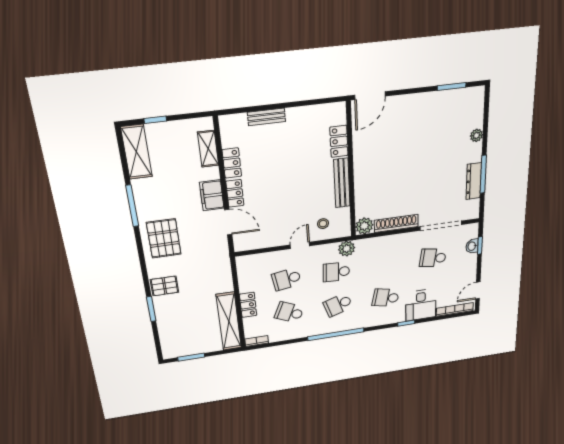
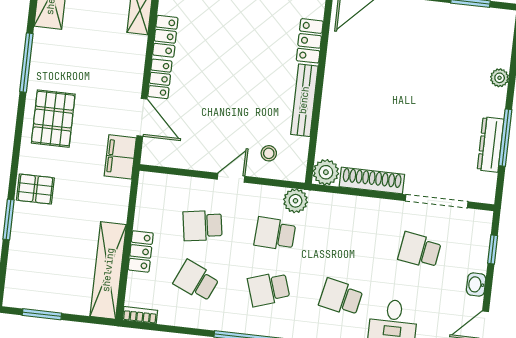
filing cabinet: (212, 195) -> (120, 157), moved
washbasin: (472, 246) -> (476, 285), moved

